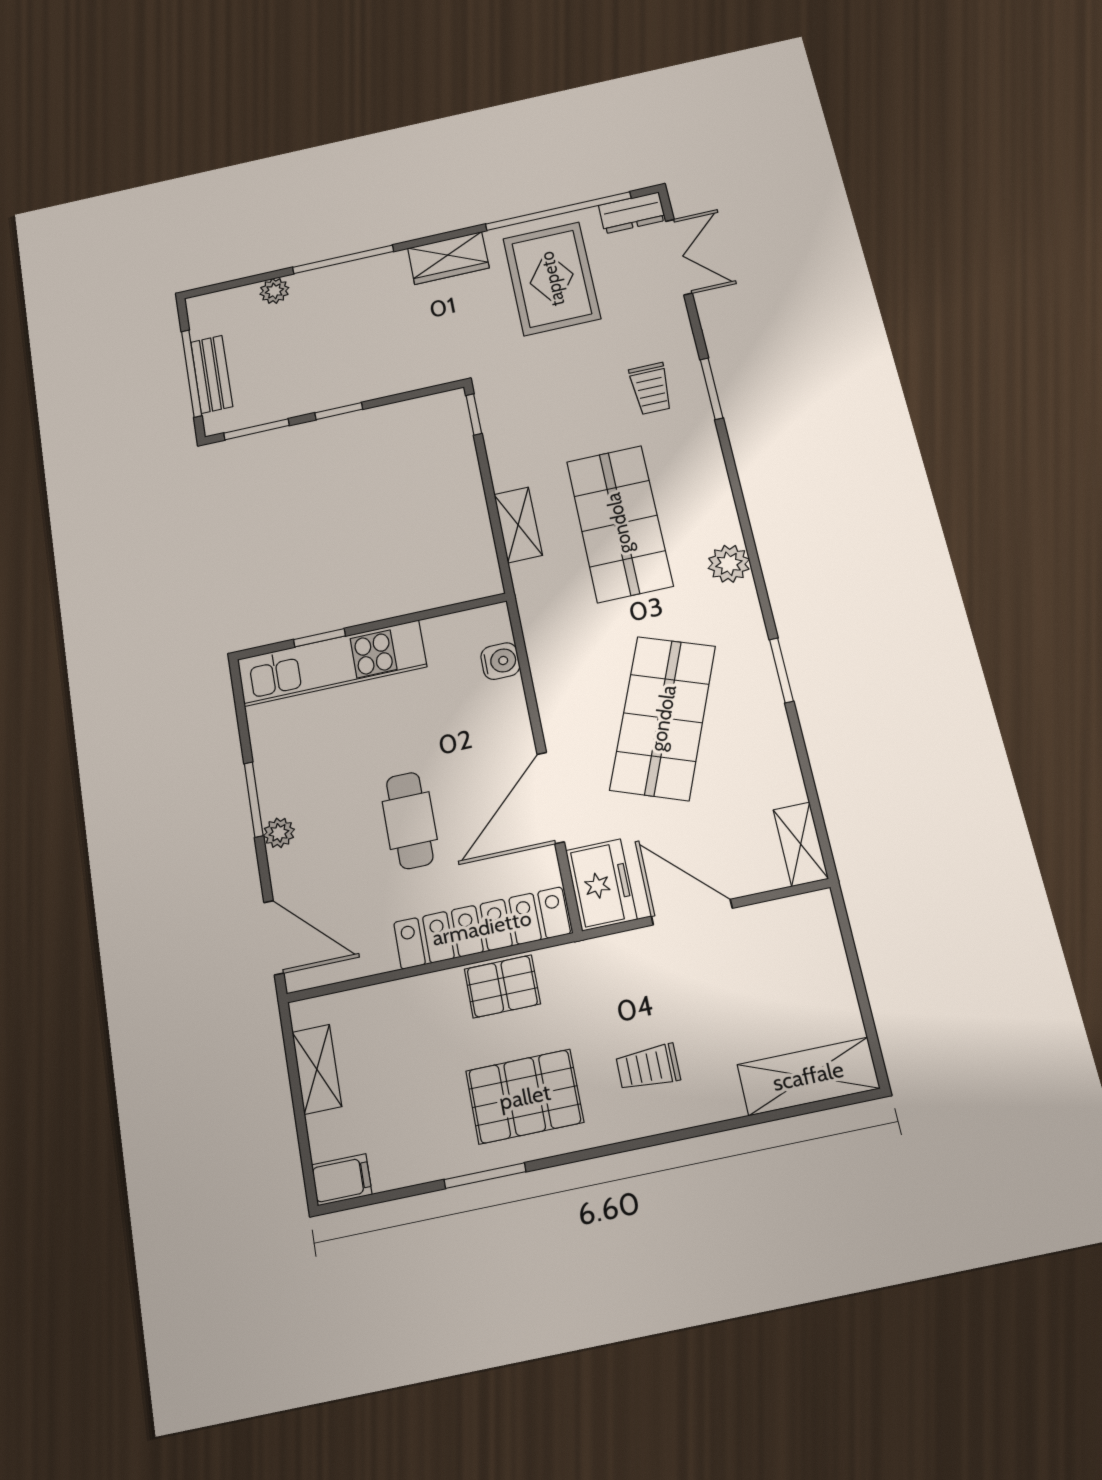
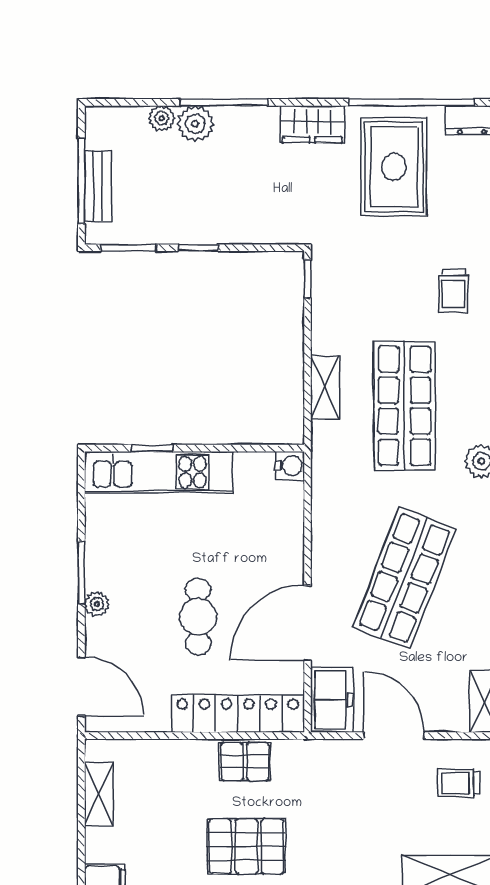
plant: (314, 288) -> (195, 124), added
water cooler: (500, 661) -> (290, 466), moved
trolley: (648, 1067) -> (458, 783), moved

